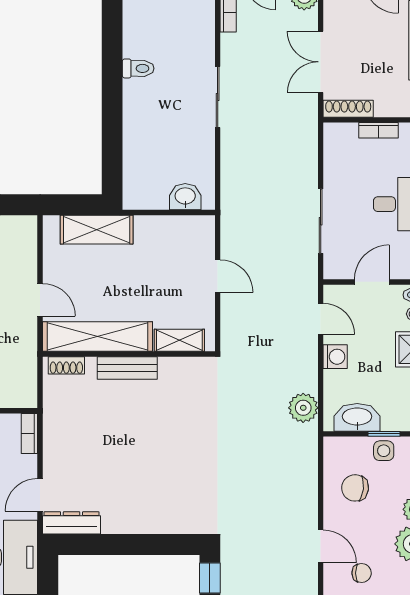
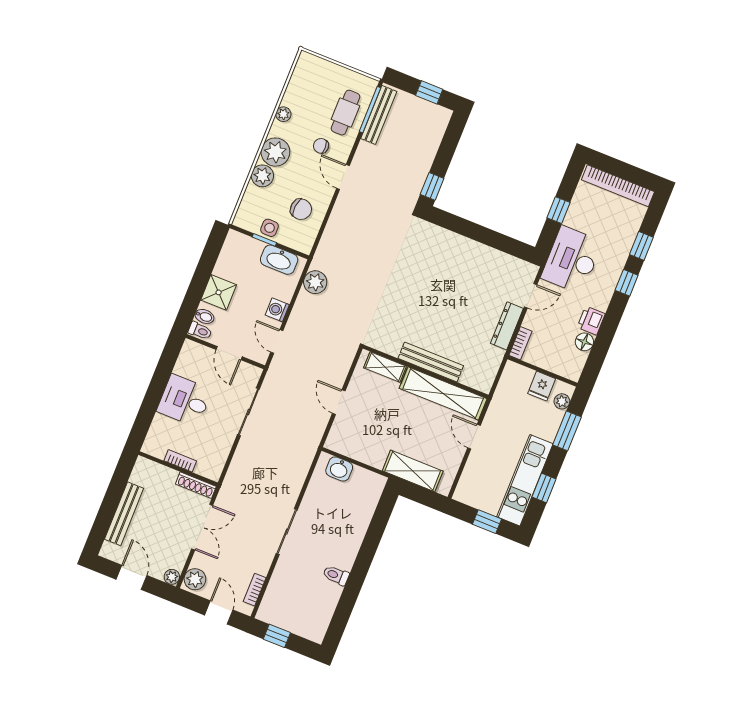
door: (372, 282) -> (229, 353), hinge flipped
shoe rack: (66, 365) -> (474, 382), removed
bench: (127, 368) -> (431, 362), width x1.36
dresser: (72, 523) -> (507, 326), moved, turned 90

